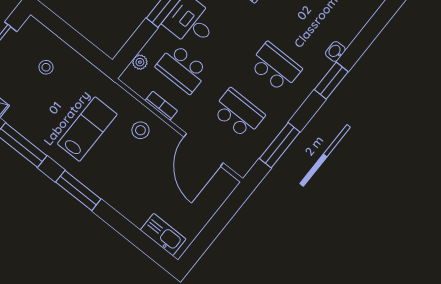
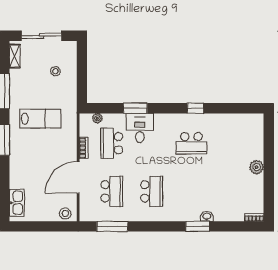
washbasin: (335, 51) -> (207, 216), moved
window: (331, 81) -> (198, 226), moved
stool: (140, 130) -> (65, 214), moved
door: (204, 150) -> (78, 177), moved

